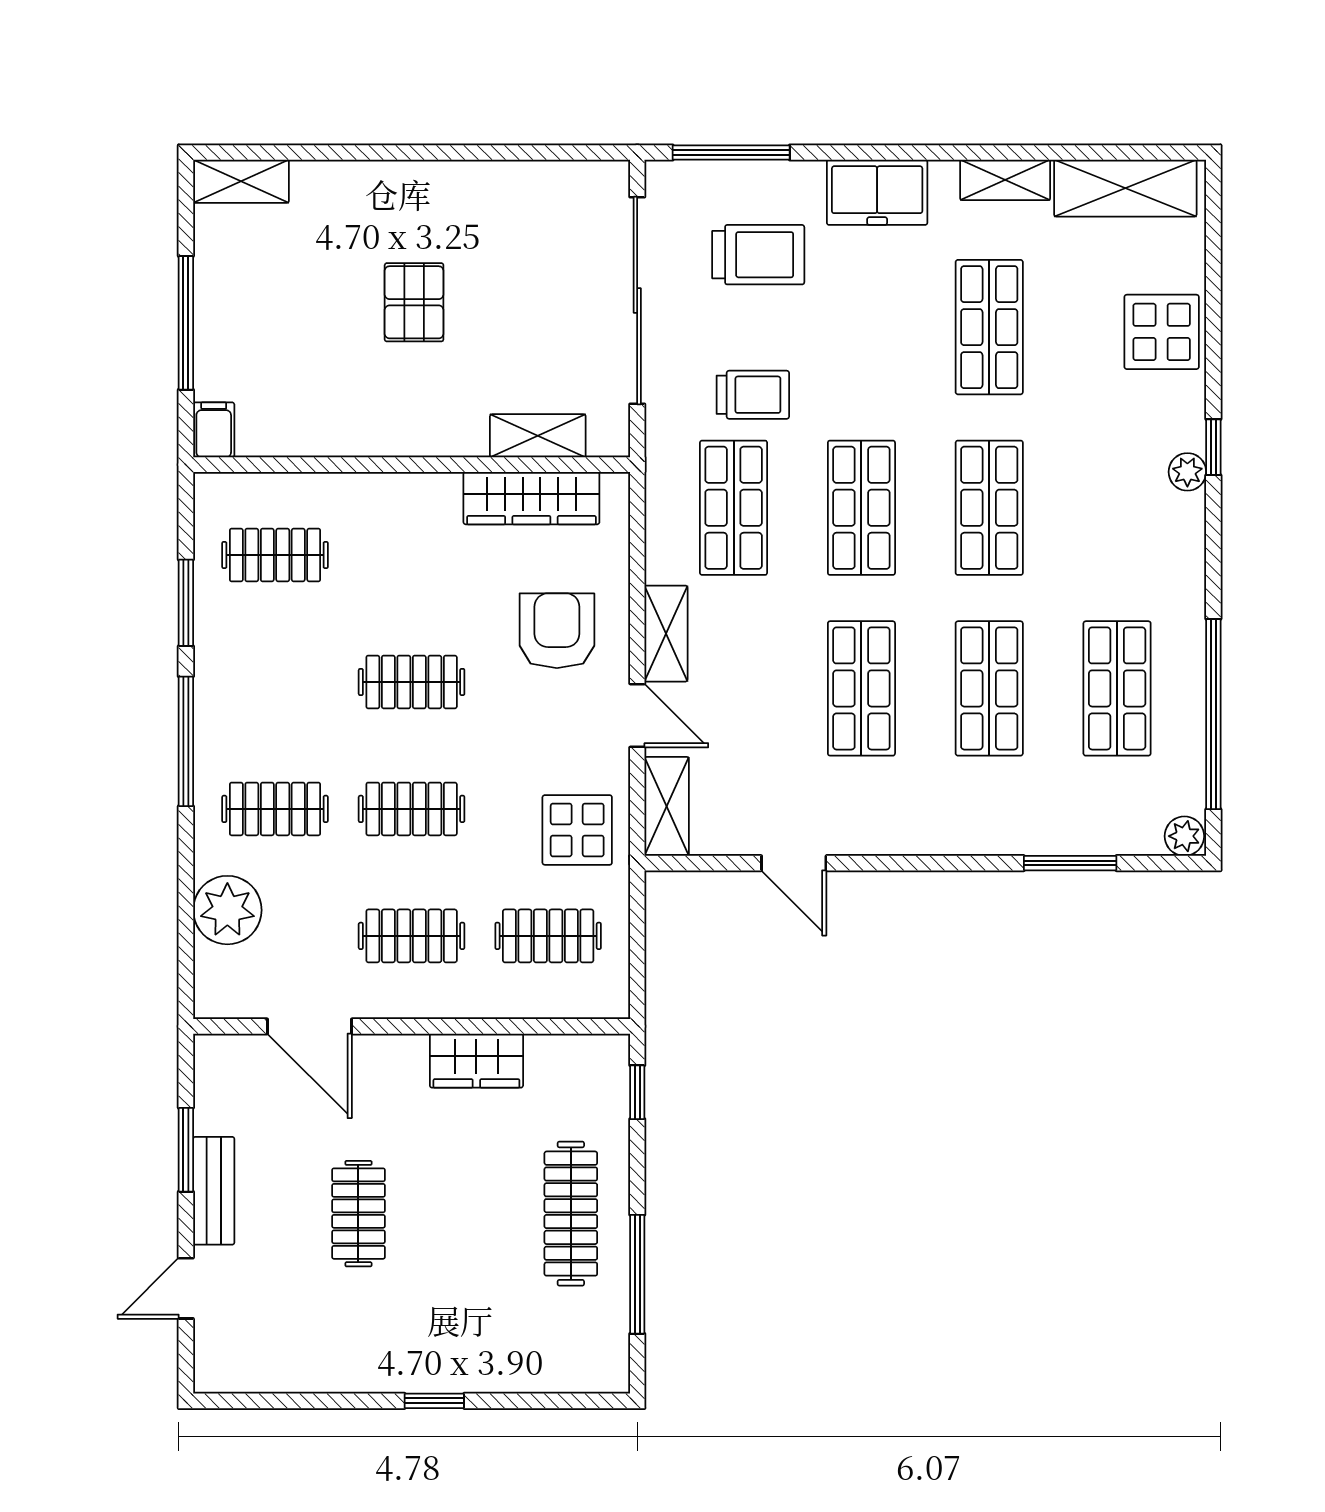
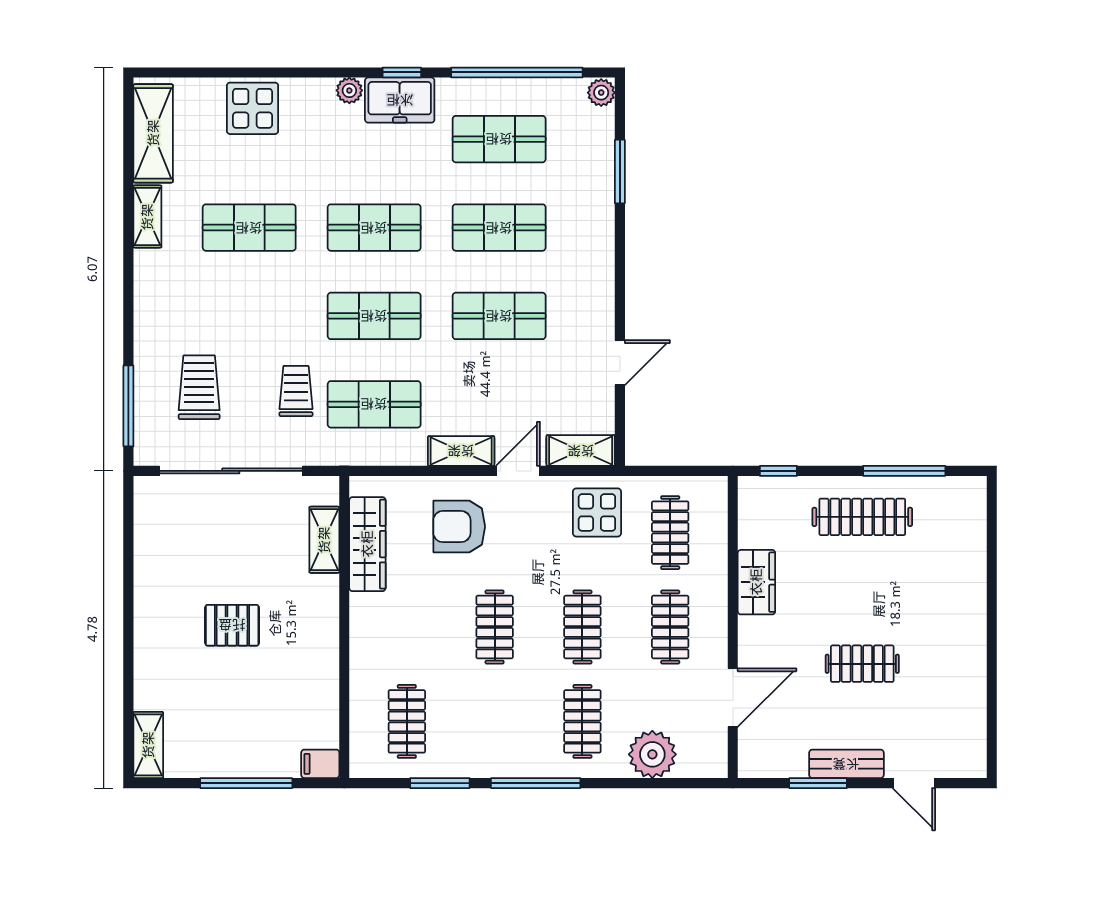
freezer: (877, 192) -> (400, 100), moved, turned 90
window: (1213, 447) -> (402, 72), moved
window: (434, 1401) -> (992, 611), removed

